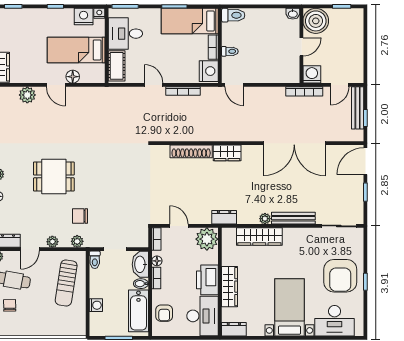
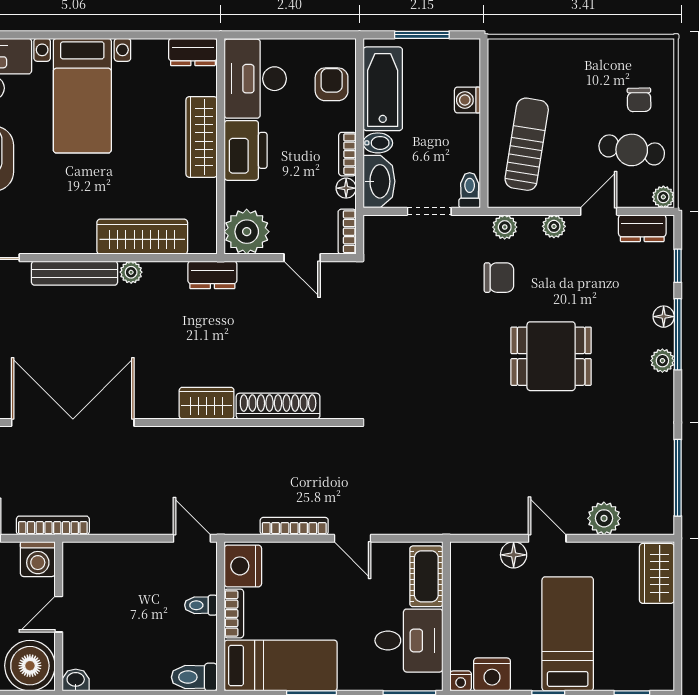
bed: (76, 50) -> (568, 634), moved, turned -90

